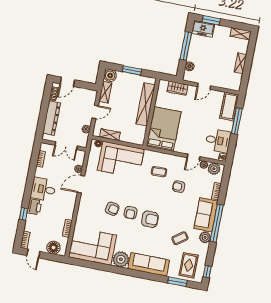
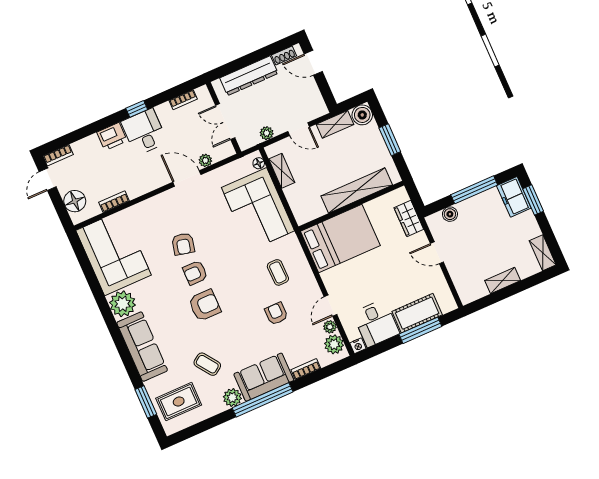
cot: (229, 106) -> (417, 313), moved
door: (194, 157) -> (330, 306), hinge flipped
window: (24, 214) -> (137, 109), moved
armchair: (150, 219) -> (205, 305), turned -90
window: (207, 272) -> (188, 433), removed

